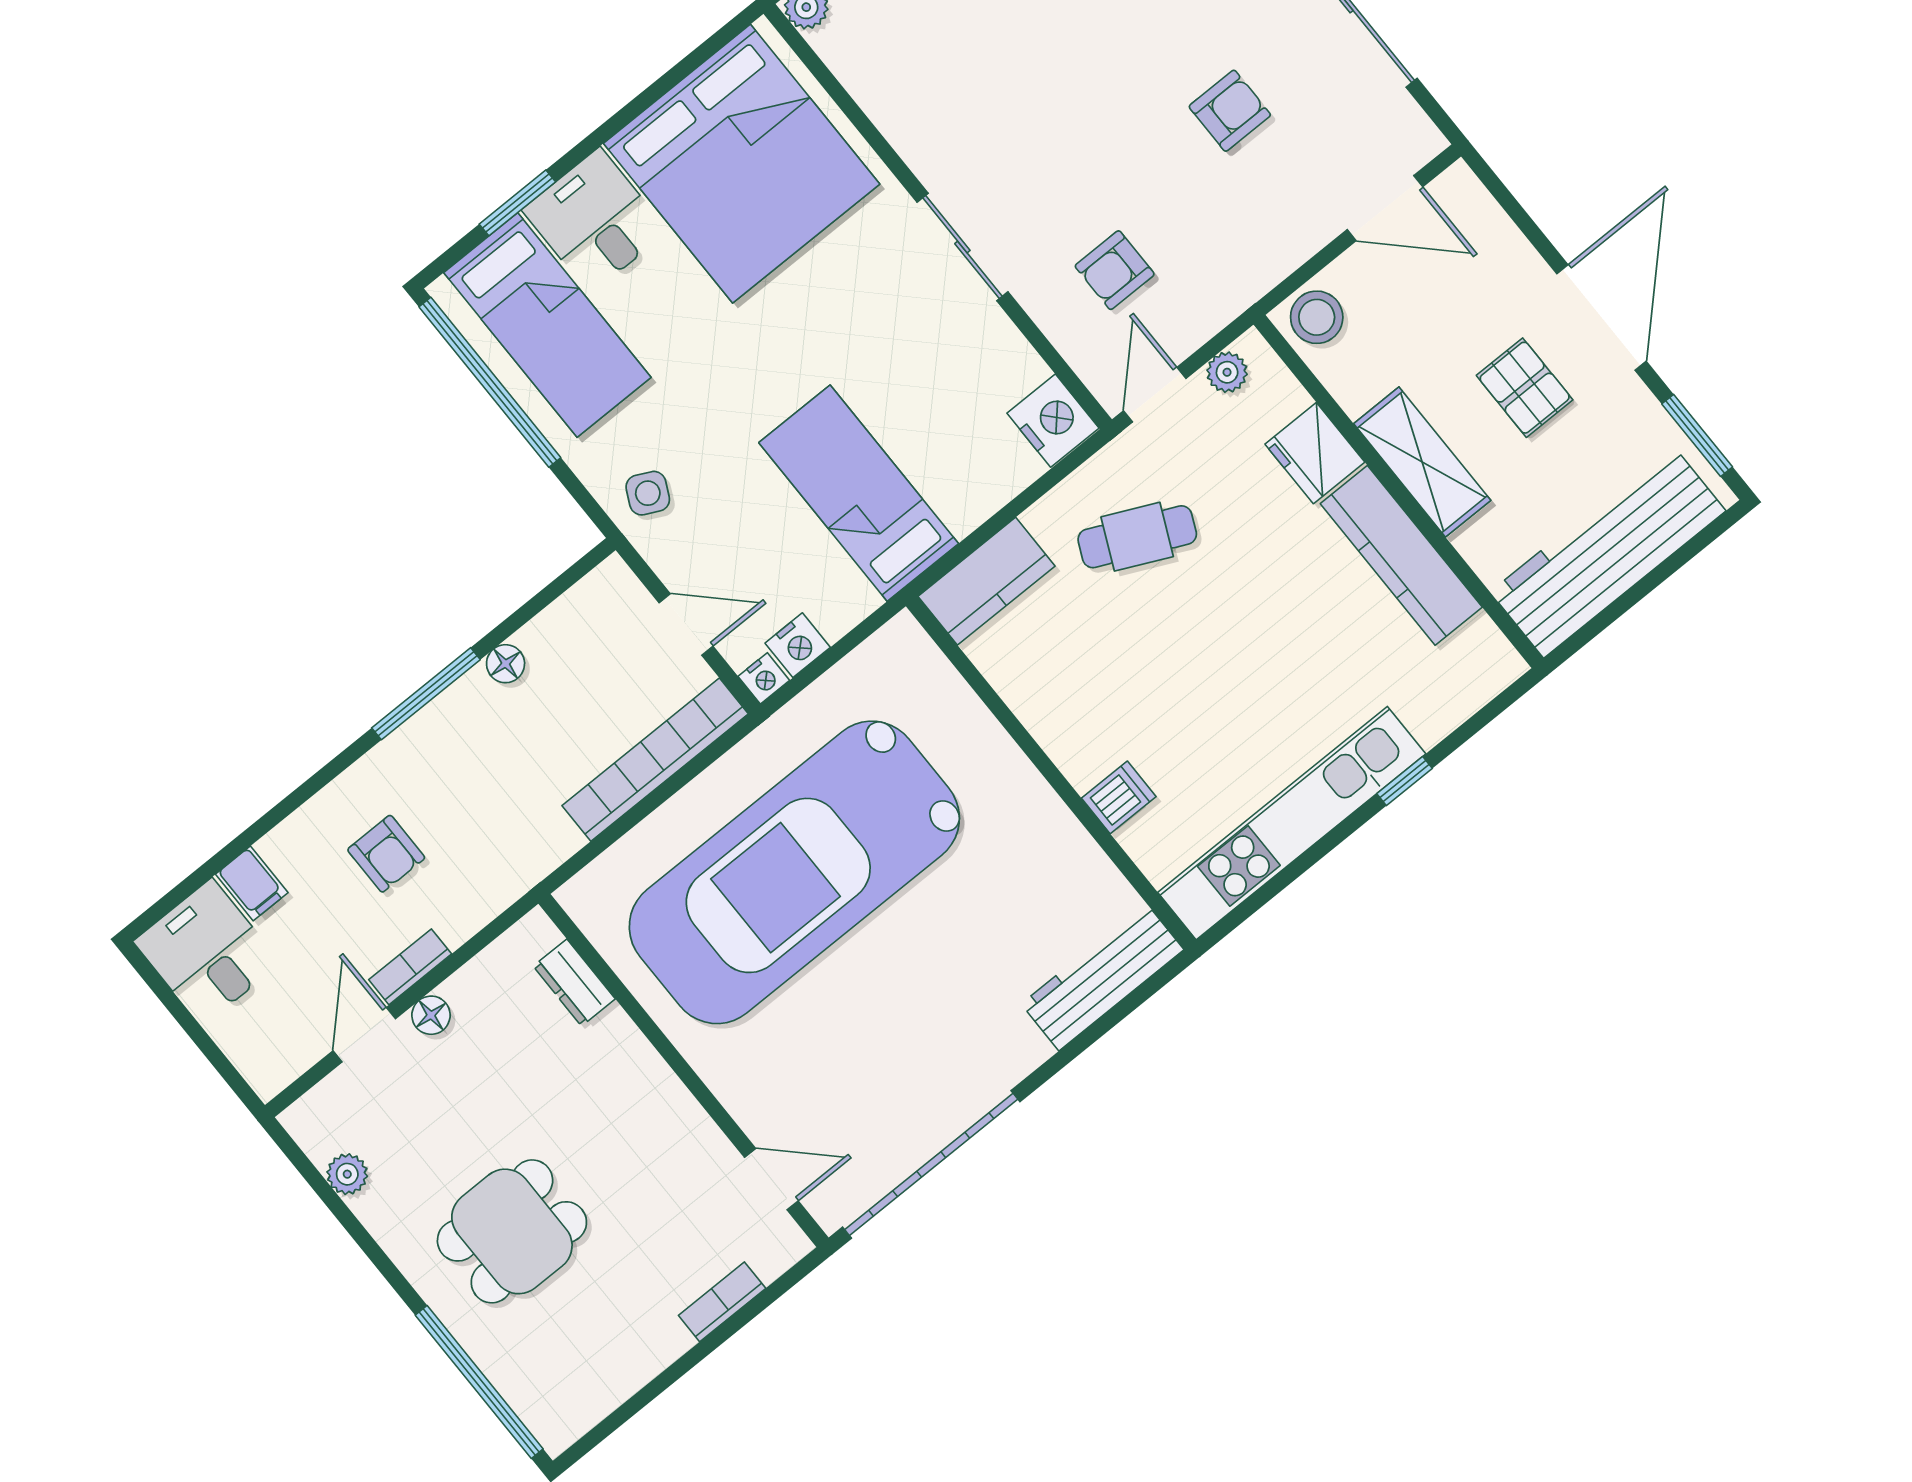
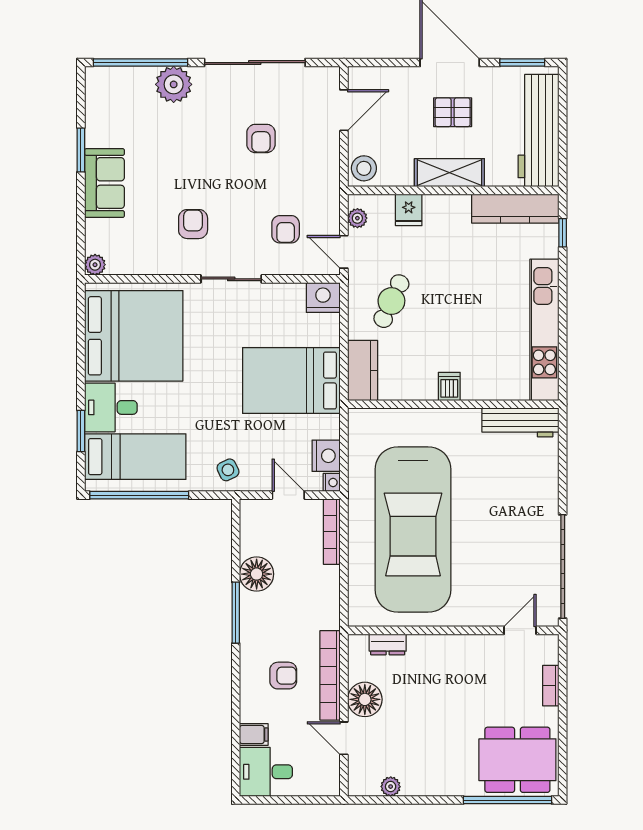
armchair: (1230, 111) -> (261, 138), turned 180
armchair: (1001, 113) -> (193, 224), added
fridge: (1315, 453) -> (409, 210), width x0.72
side table: (648, 493) -> (228, 470), turned 38
bed: (859, 493) -> (291, 381), width x1.50
kitchen counter: (1401, 555) -> (515, 209), moved
door: (686, 624) -> (288, 495), hinge flipped
nightstand: (798, 645) -> (326, 456), width x1.36, depth x1.33
floor lamp: (506, 664) -> (257, 574), width x1.89, depth x1.89
bookcase: (655, 760) -> (332, 532), width x0.68, depth x0.76
window: (1405, 781) -> (563, 233), moved
dishwasher: (1119, 797) -> (449, 386), moved
bookcase: (410, 967) -> (330, 675), width x2.31, depth x1.31
workbench: (1102, 977) -> (520, 422), moved, turned -90
floor lamp: (431, 1015) -> (365, 699), width x1.89, depth x1.89
dining table: (512, 1231) -> (517, 760), moved, width x1.38

